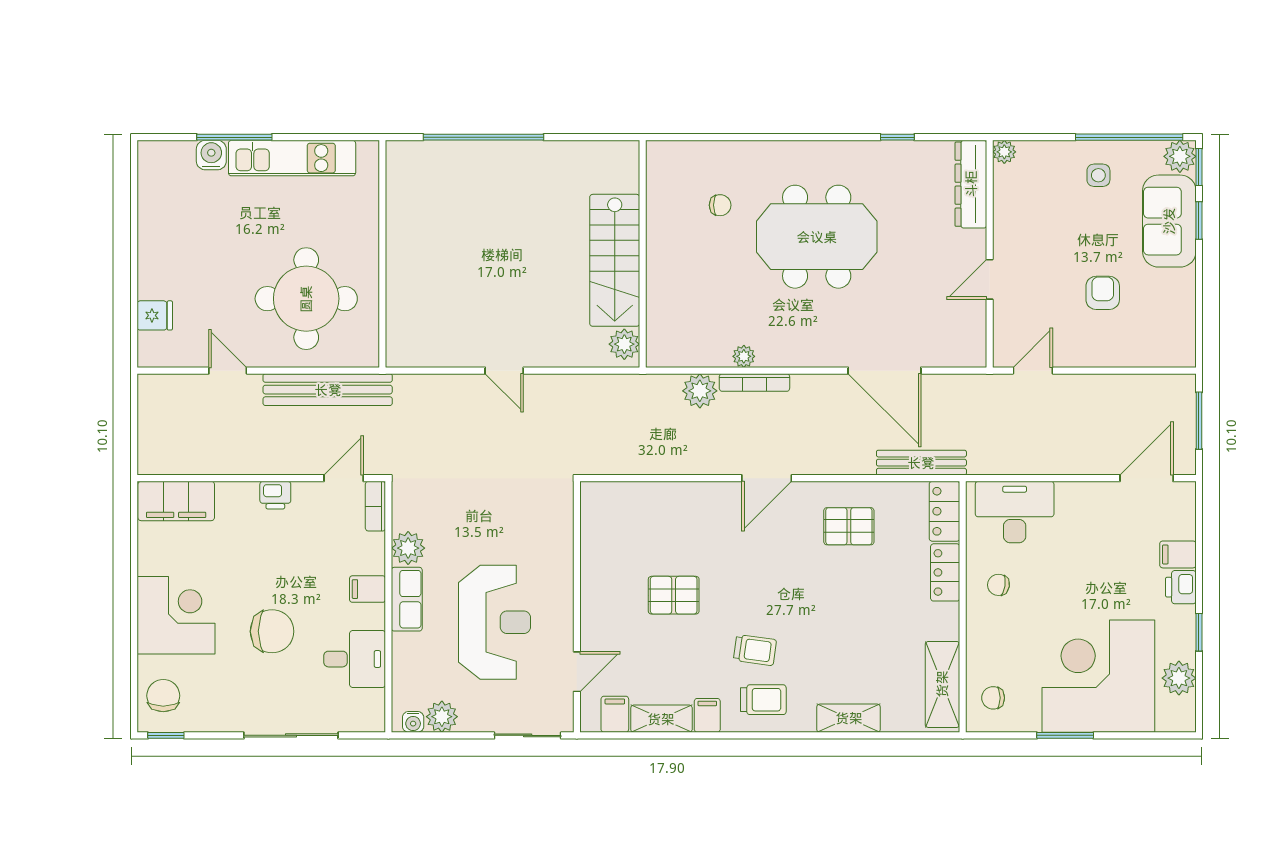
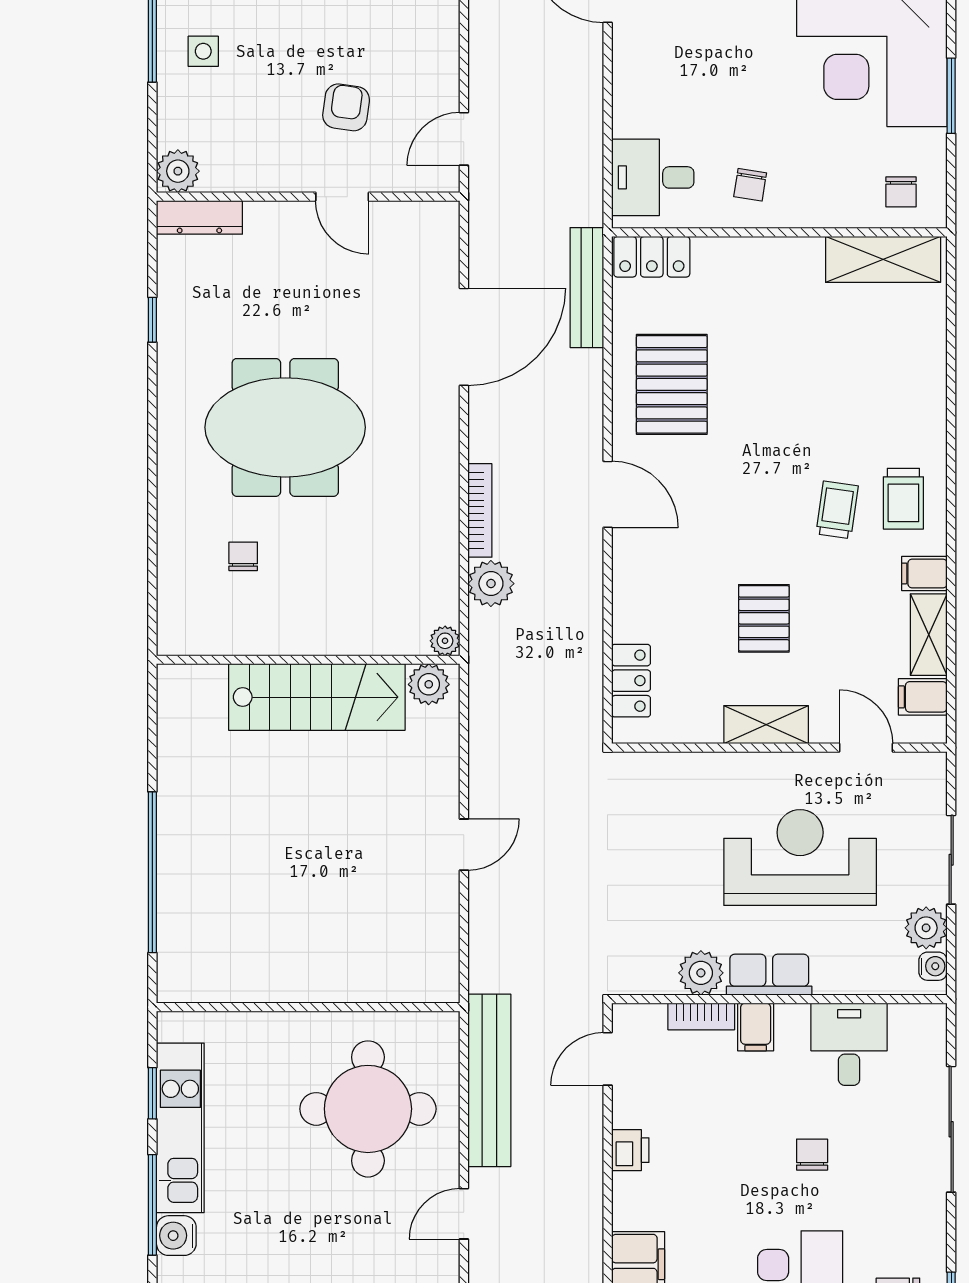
window: (318, 137) -> (152, 1093), added
plant: (1004, 152) -> (178, 171), width x1.38, depth x1.38
dresser: (971, 184) -> (199, 217), width x0.73, depth x0.80
meeting table: (817, 237) -> (285, 427), turned 90
armchair: (1103, 293) -> (346, 107), moved, turned 98
plant: (744, 356) -> (445, 641), moved
door: (1033, 371) -> (464, 139), hinge flipped
door: (344, 478) -> (608, 1059), hinge flipped
bookcase: (375, 506) -> (701, 1016), moved
desk: (1015, 512) -> (653, 177), width x0.73
pallet: (849, 526) -> (672, 384), width x1.50, depth x1.42
locker: (945, 572) -> (631, 681), moved, turned -90
chair: (272, 631) -> (812, 1155), width x0.54, depth x0.54
trolley: (763, 700) -> (903, 499), turned 180
shelving: (849, 718) -> (766, 725), moved, turned 90
sliding door: (528, 735) -> (951, 860), moved

